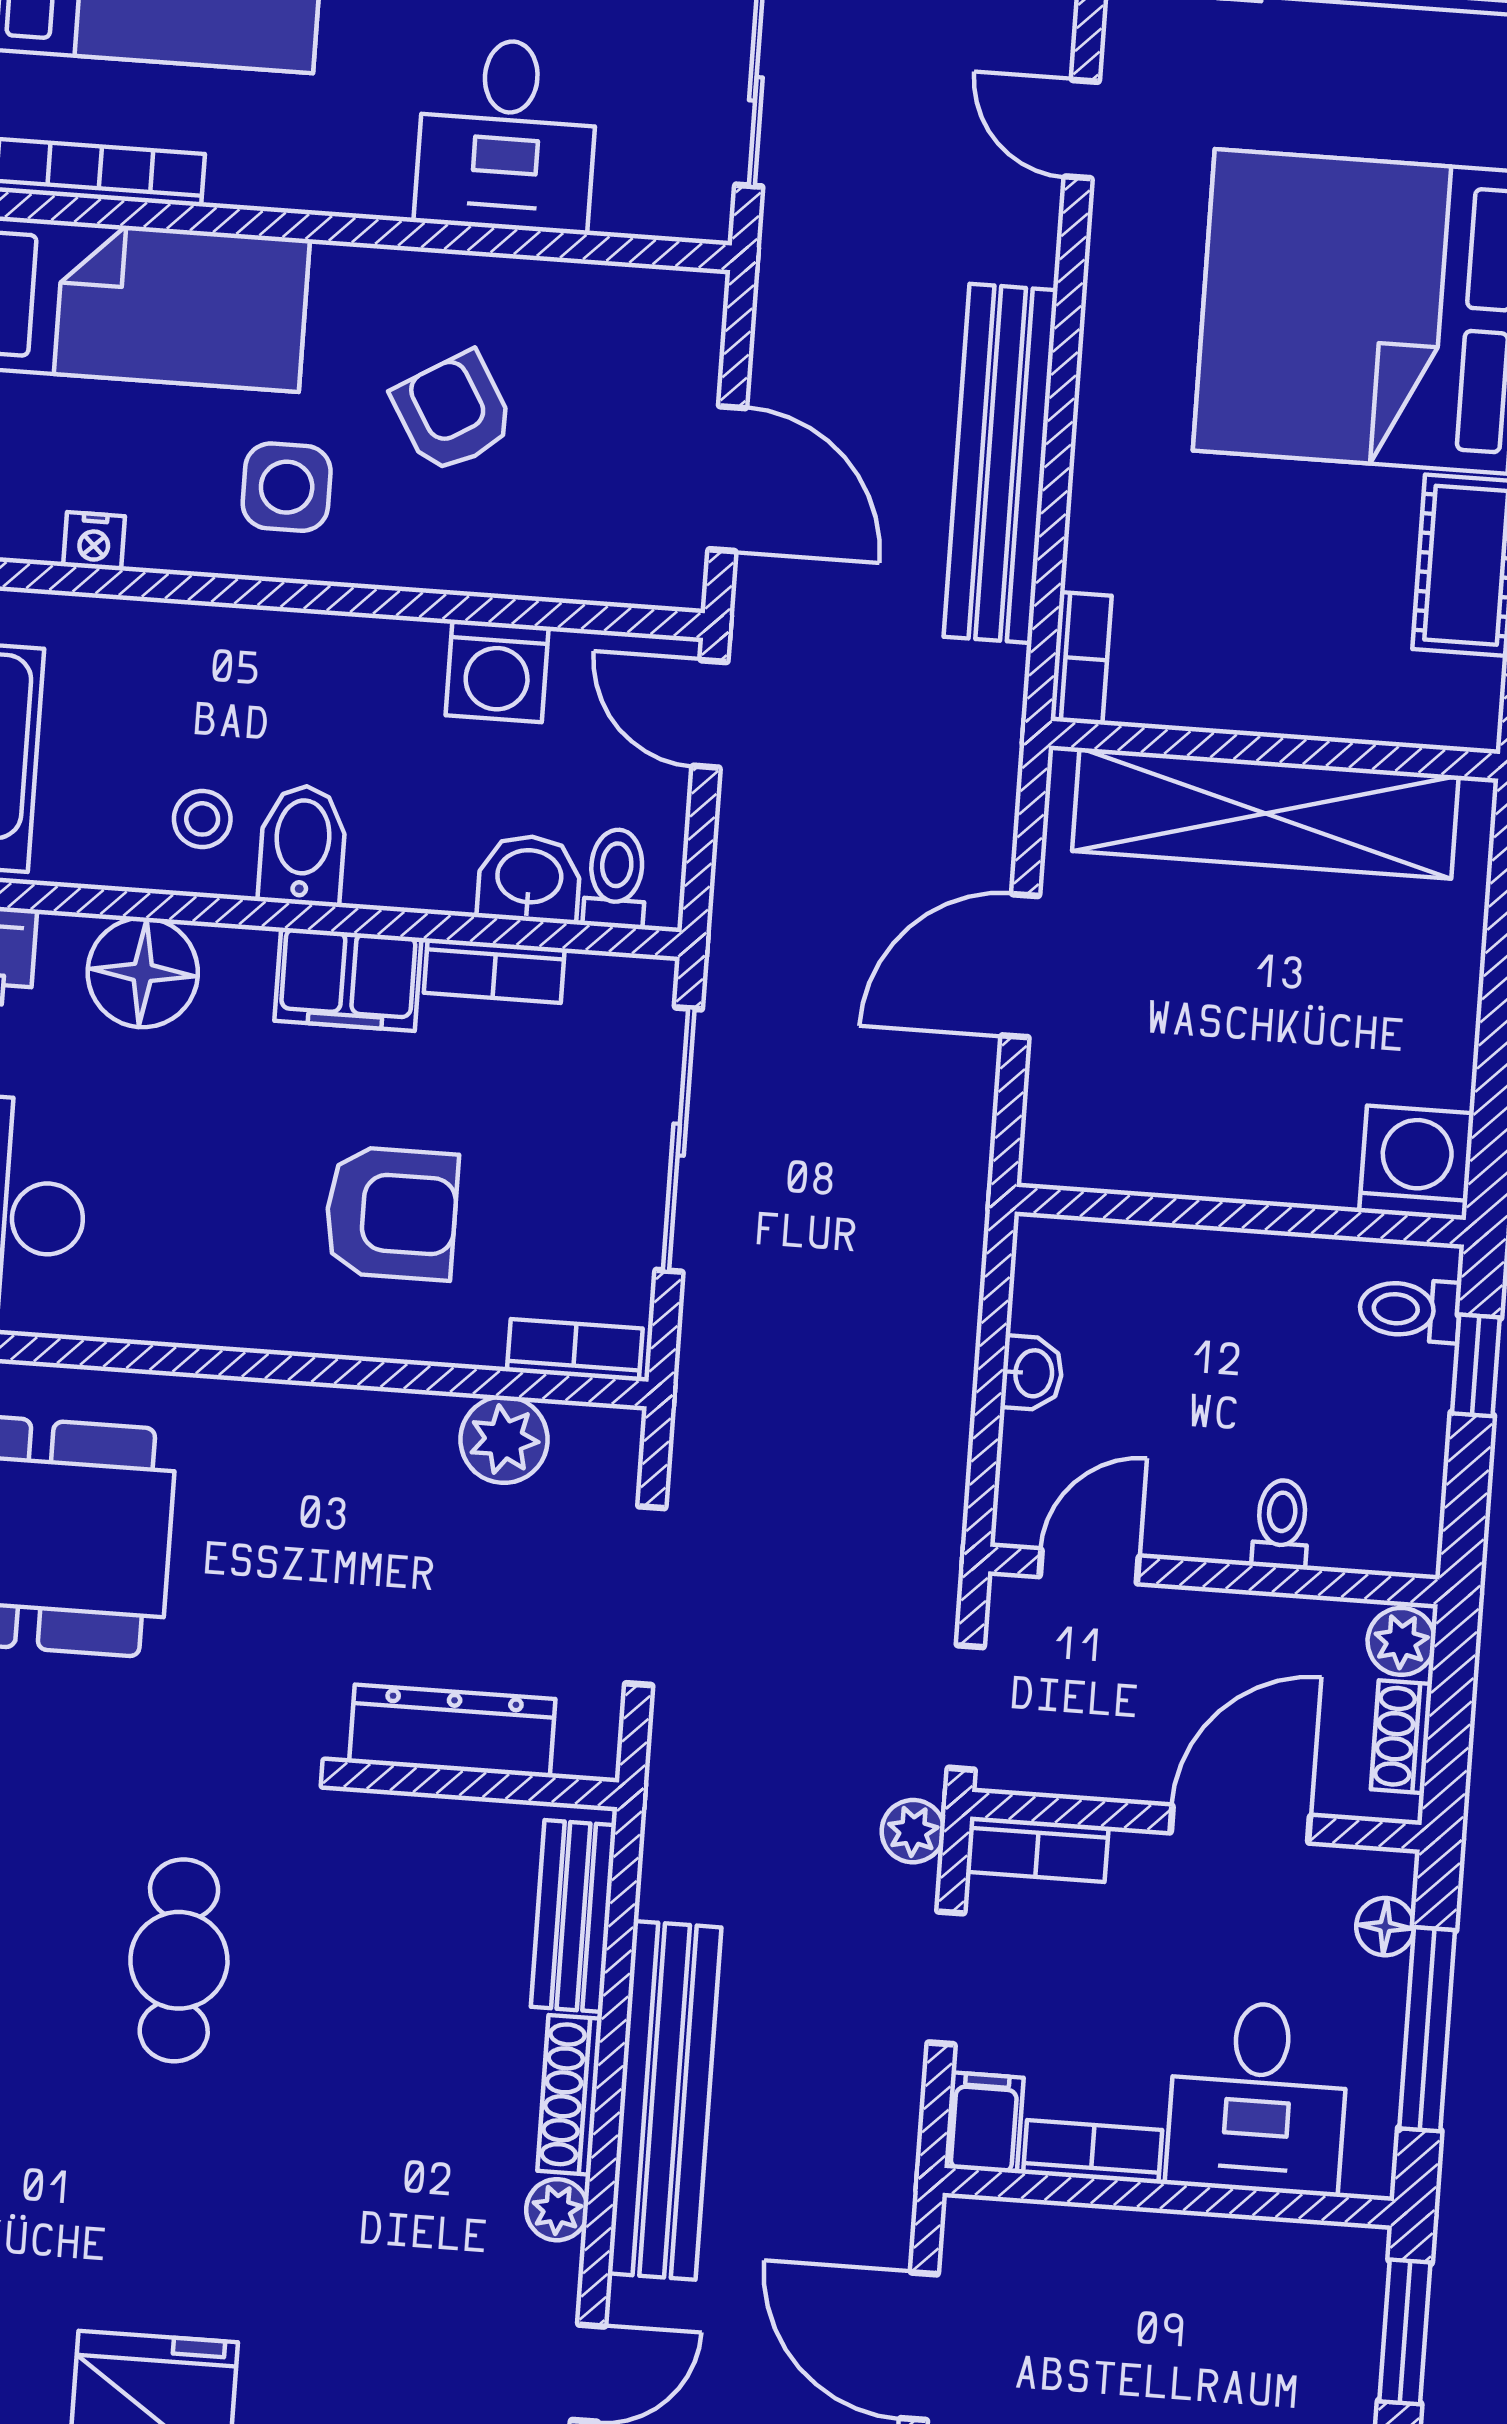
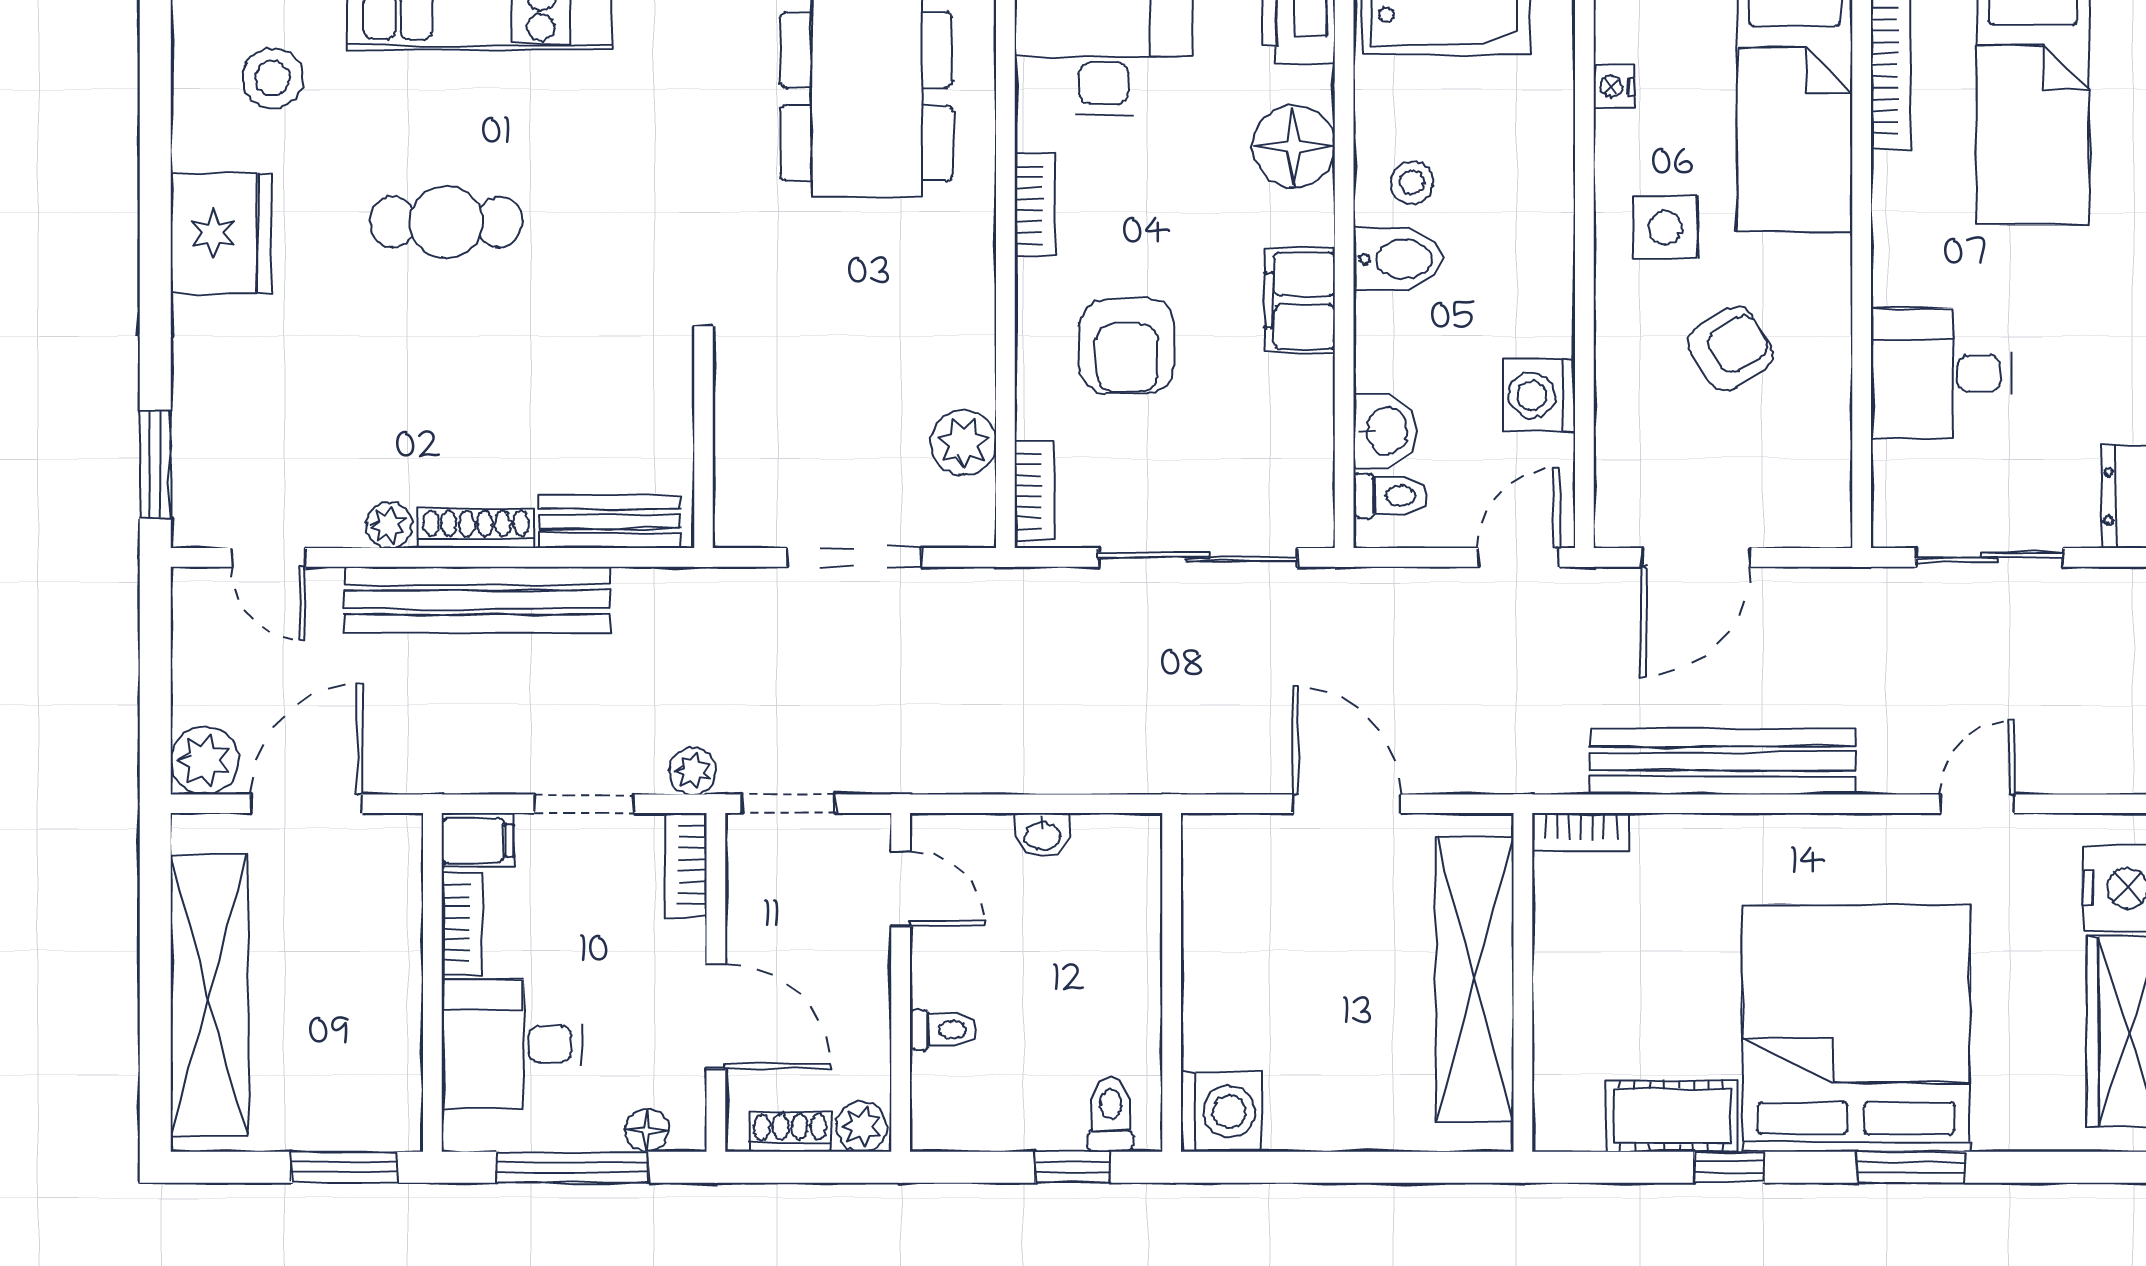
bookcase: (494, 971) -> (1035, 205), moved, turned 180
dresser: (452, 1731) -> (742, 420), removed
cafe table: (179, 1960) -> (446, 222), moved

